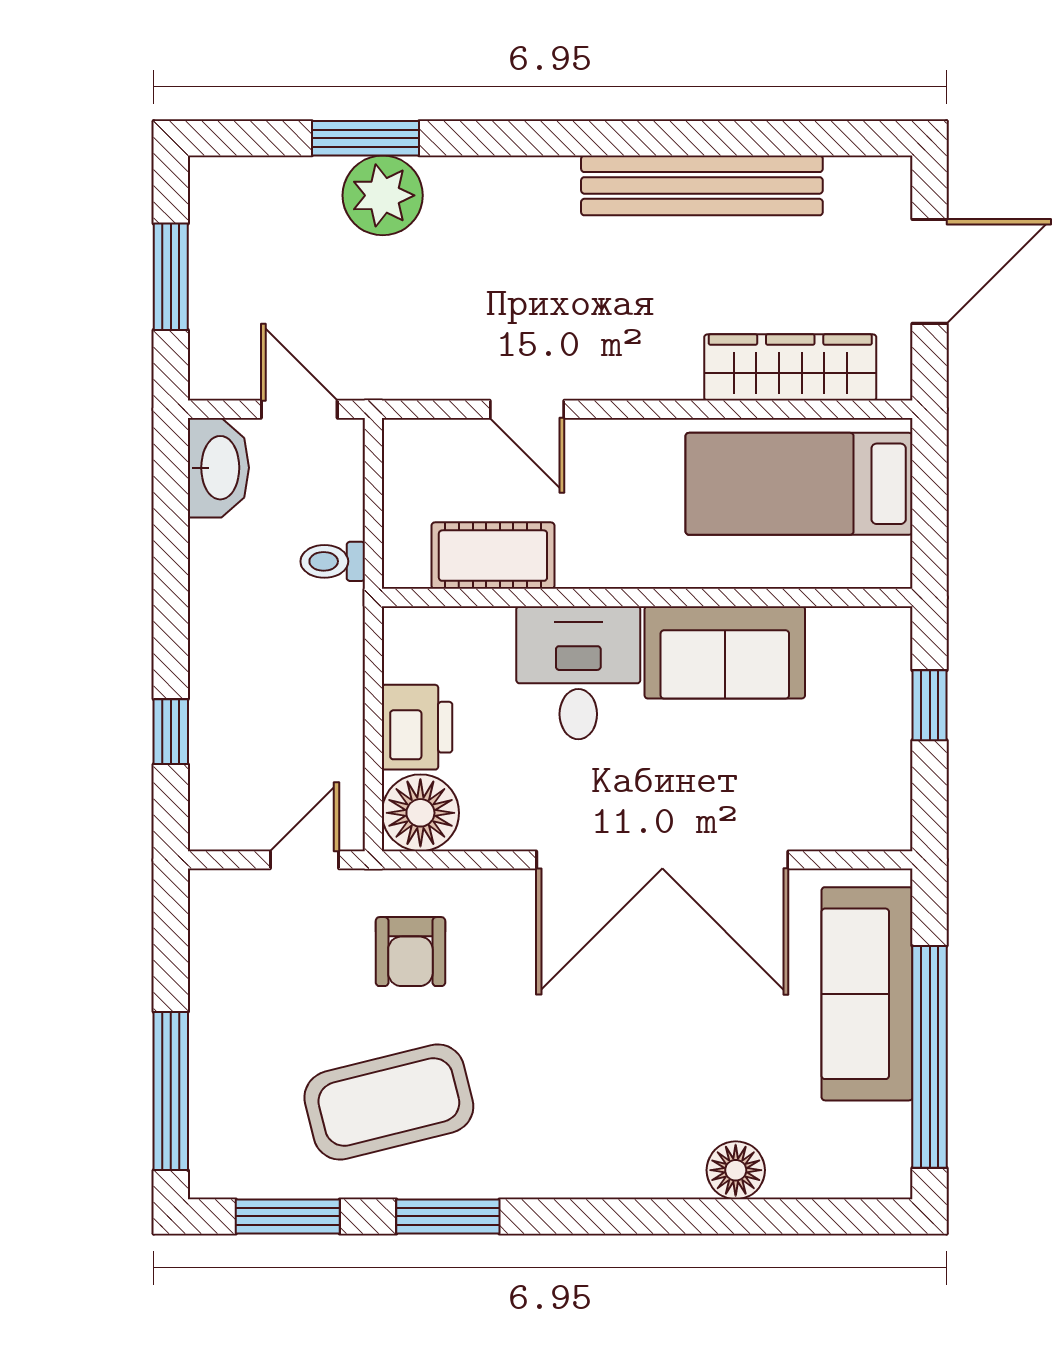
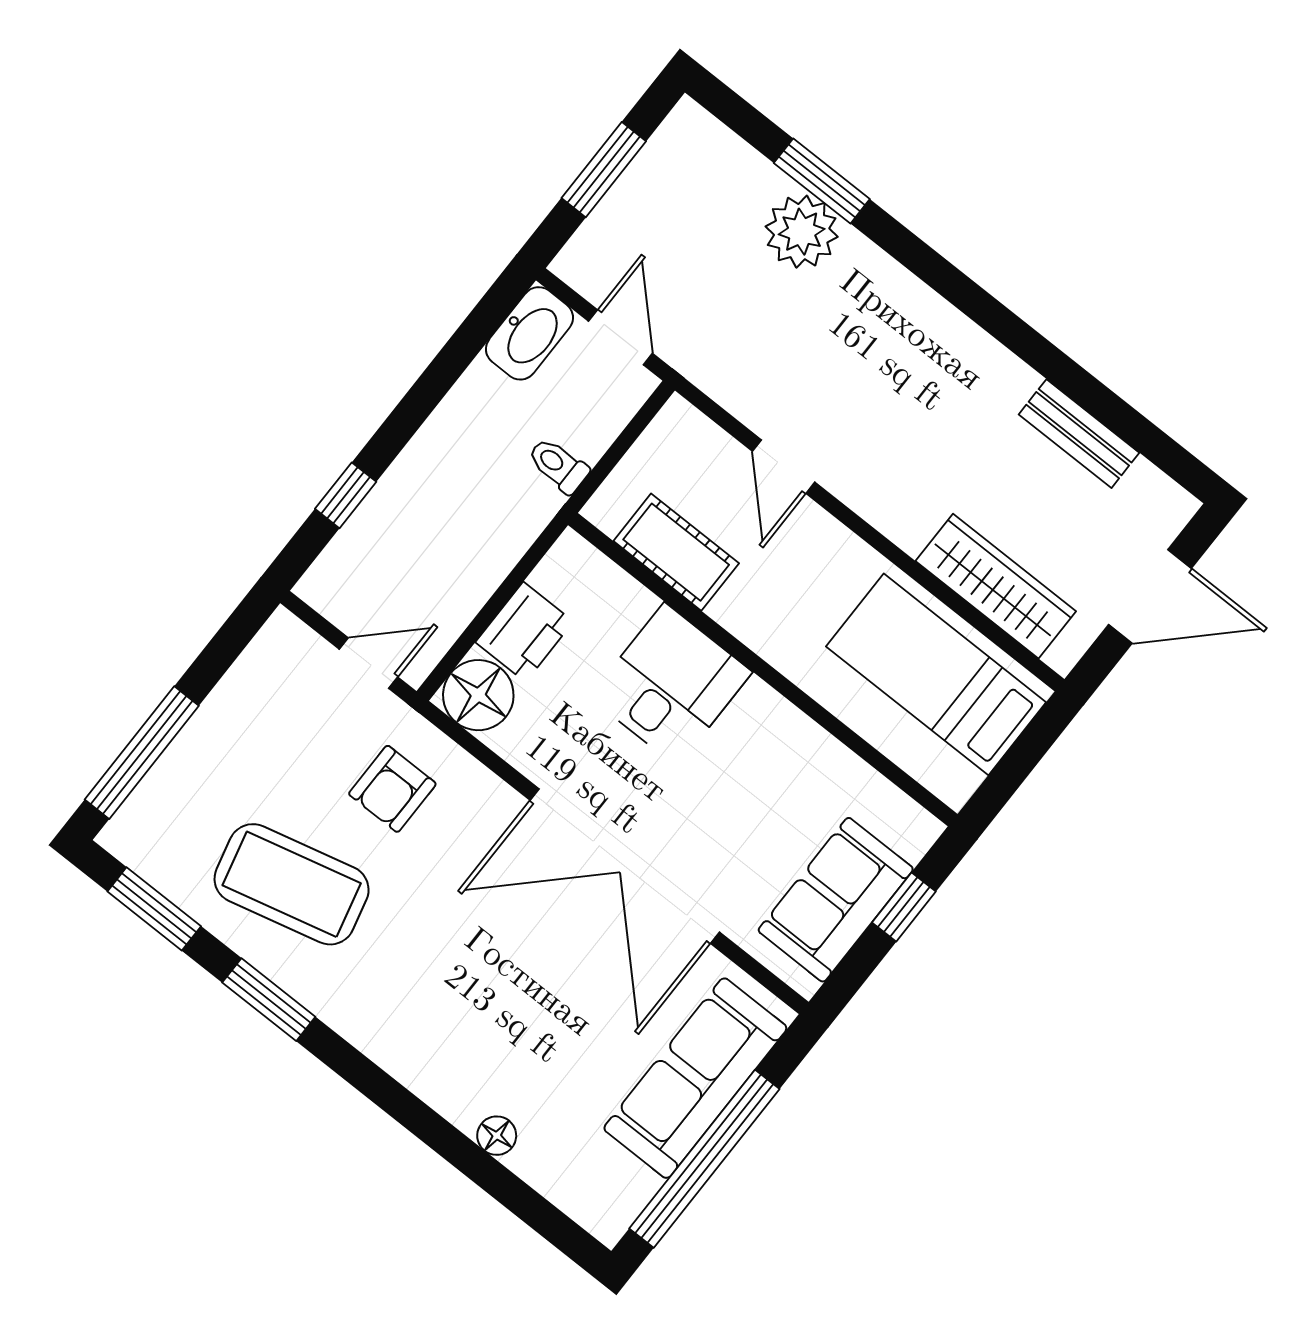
bench: (702, 185) -> (1079, 434), width x0.54, depth x0.82
sofa: (725, 652) -> (836, 900), moved, turned 90
floor lamp: (736, 1170) -> (497, 1136), width x0.73, depth x0.73

